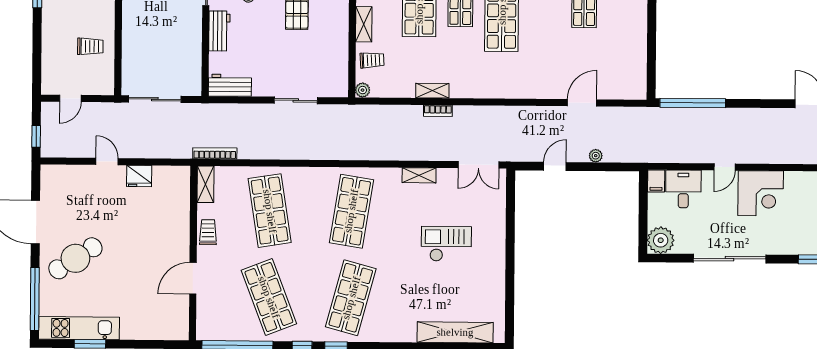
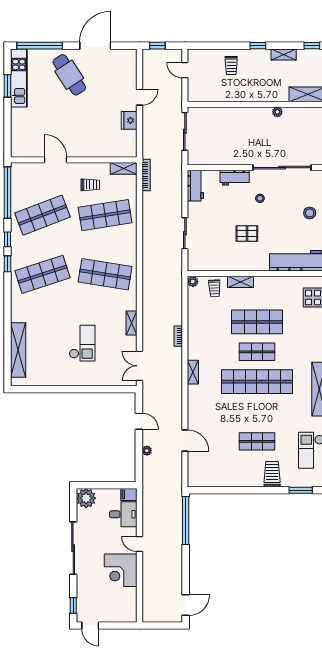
trolley: (90, 46) -> (231, 65), moved
shelving: (432, 91) -> (193, 372), moved
trolley: (208, 232) -> (90, 185), moved
shop shelf: (351, 298) -> (43, 274), turned -33

